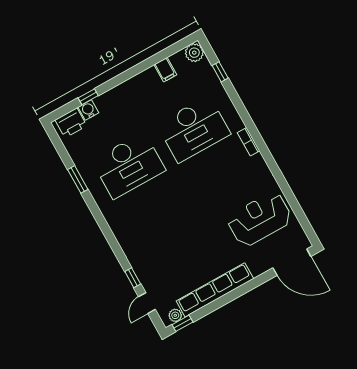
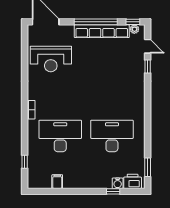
plant: (194, 53) -> (34, 182), removed
window: (78, 179) -> (148, 167), moved
window: (229, 297) -> (96, 22), added
door: (147, 303) -> (148, 46), hinge flipped

